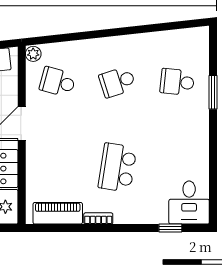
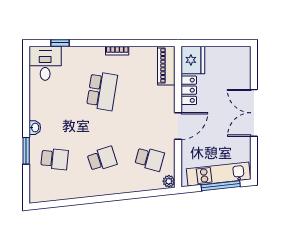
washbasin: (202, 122) -> (35, 128), added
piano: (58, 213) -> (166, 66), moved, turned 90

